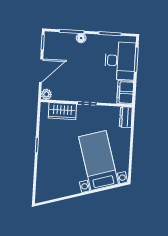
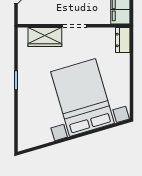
plant: (46, 94) -> (24, 18), removed
bed with nightstands: (98, 160) -> (83, 97), width x1.36

